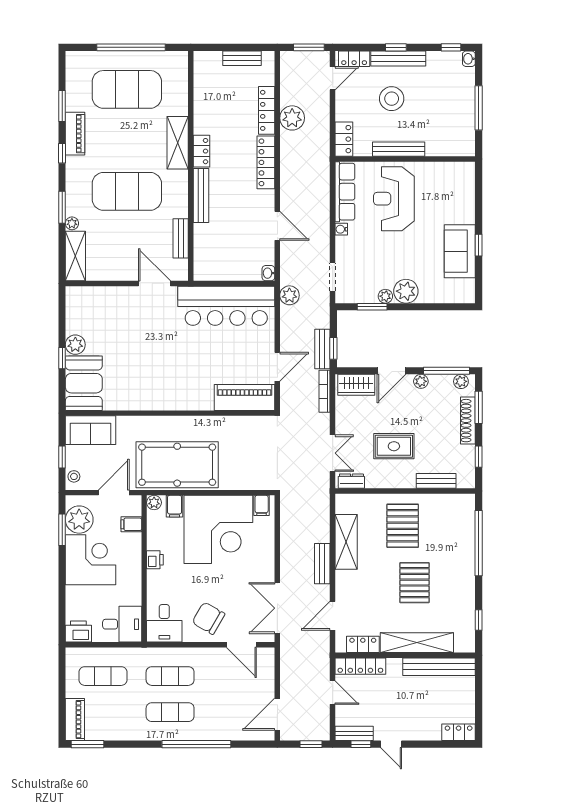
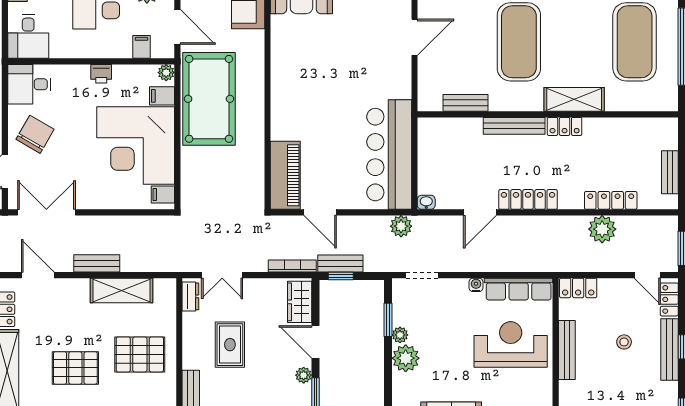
stool: (392, 99) -> (624, 342), width x0.53, depth x0.53
locker: (266, 162) -> (528, 199), moved
door: (155, 283) -> (415, 37), moved

